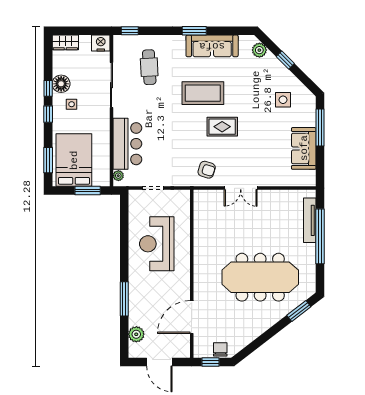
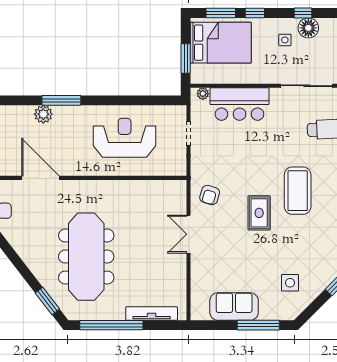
window: (48, 114) -> (255, 13), moved
window: (320, 236) -> (111, 325), moved
plant: (136, 334) -> (43, 114), moved

